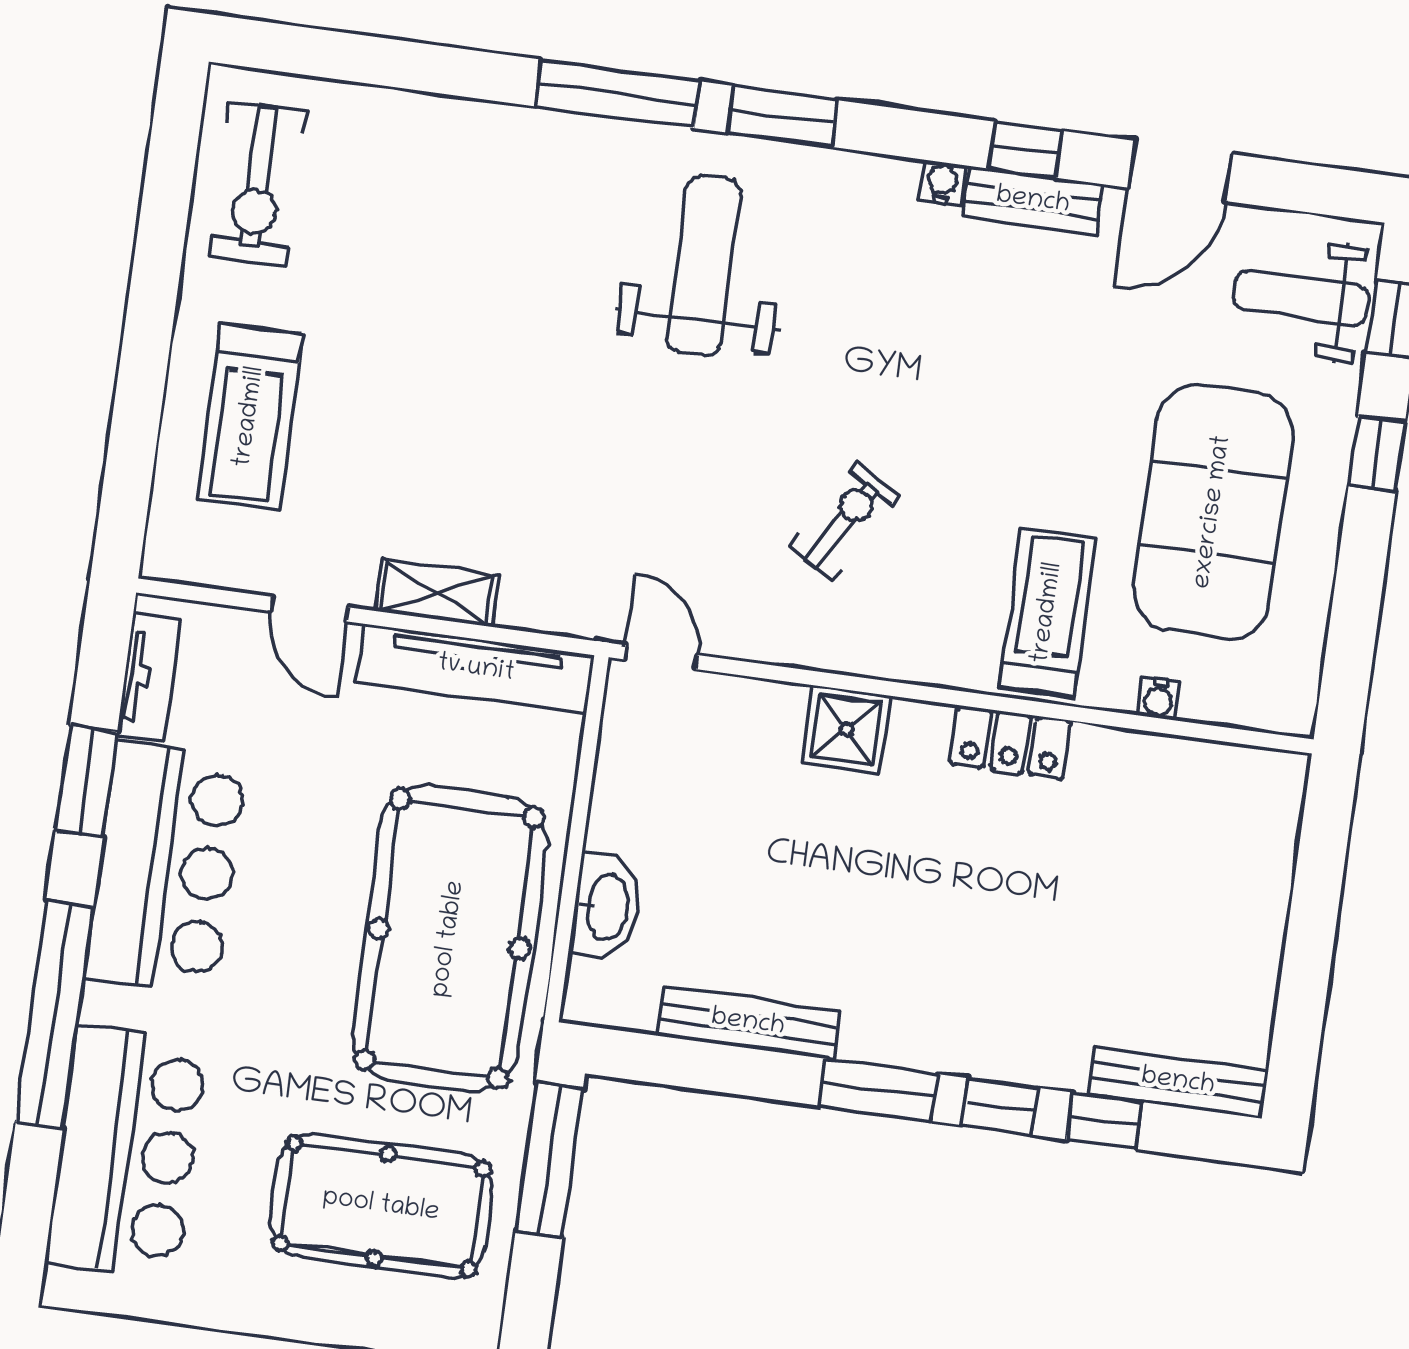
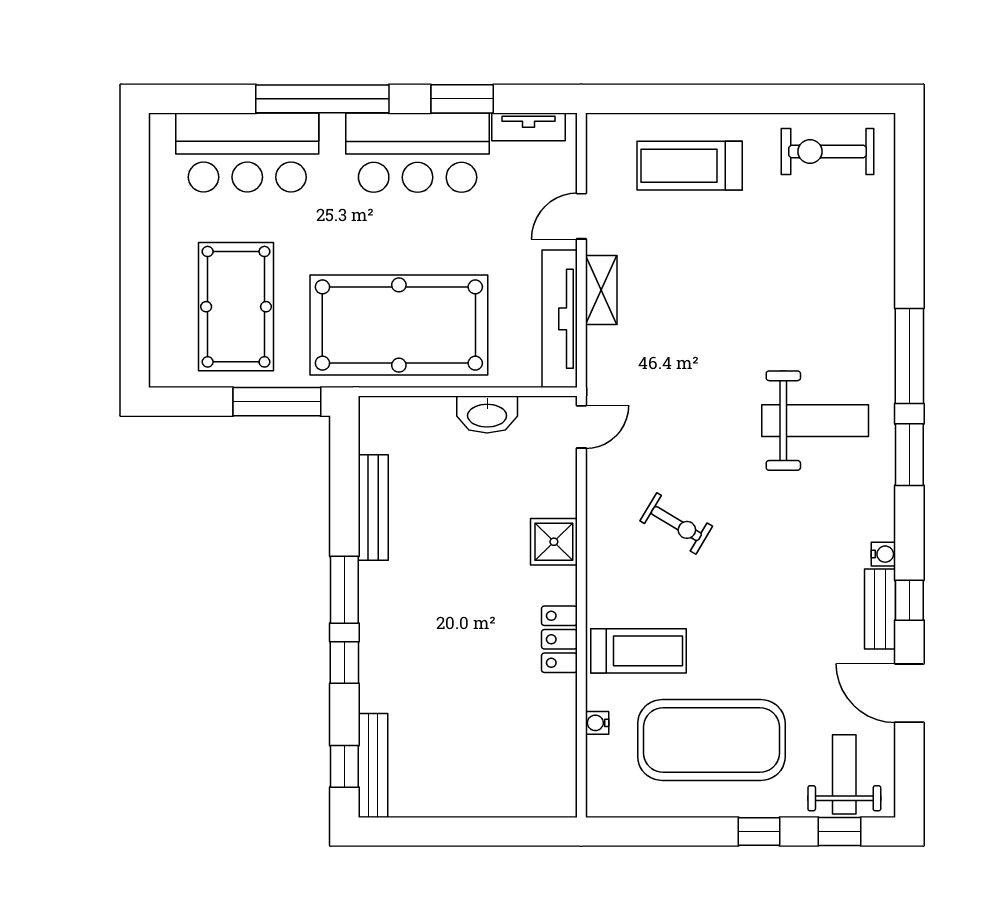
washbasin: (606, 907) -> (487, 415), moved
window: (1104, 1121) -> (344, 766), moved

